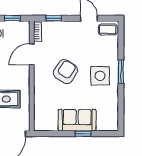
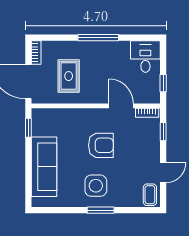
armchair: (65, 72) -> (101, 145), turned -32
sofa: (77, 120) -> (44, 167), width x1.36
window: (83, 134) -> (28, 128), moved

